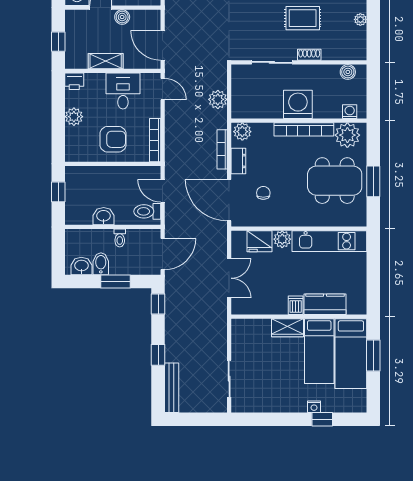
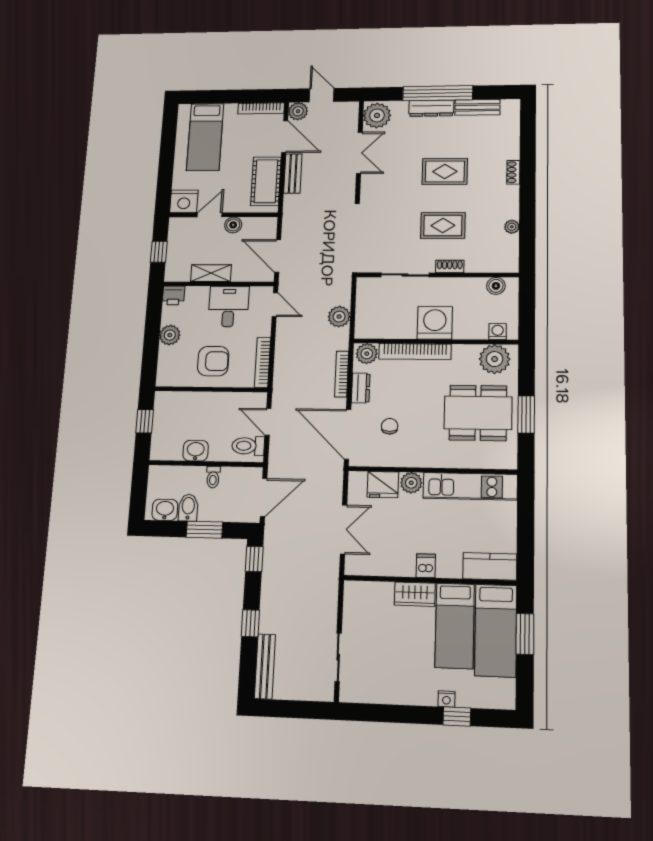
bookcase: (304, 129) -> (415, 352), moved
kitchen counter: (325, 304) -> (490, 566), moved

